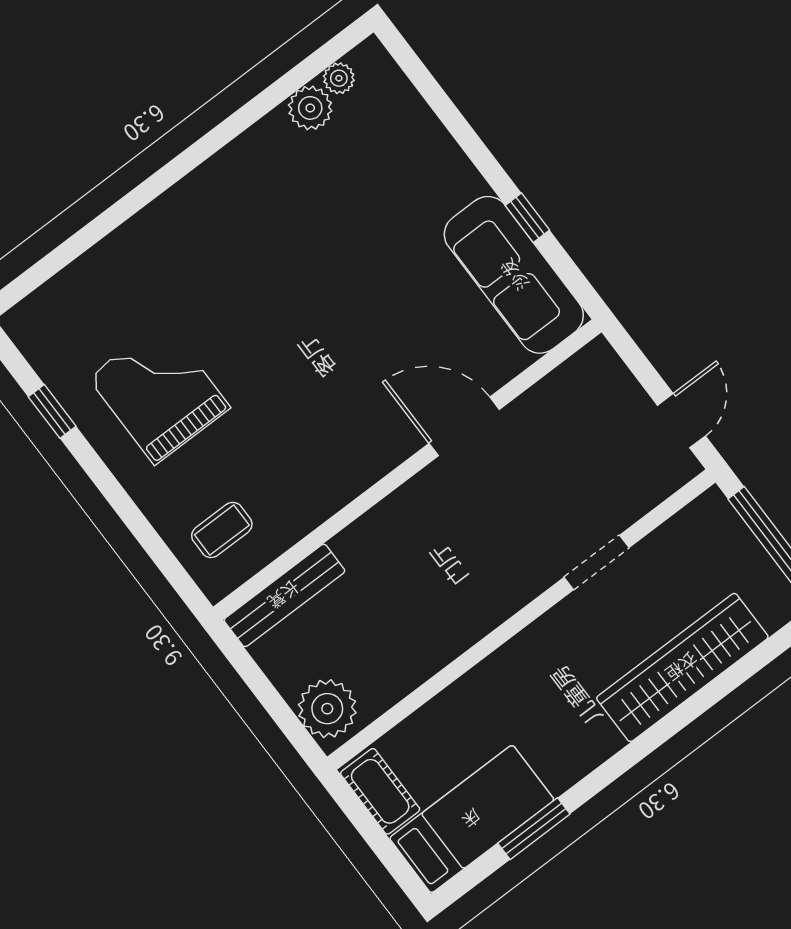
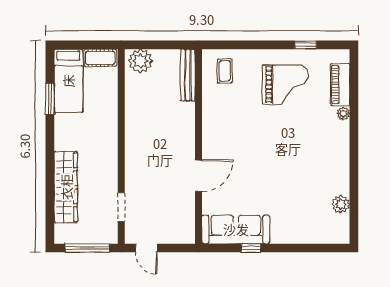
plant: (339, 78) -> (343, 114), moved
piano: (78, 285) -> (340, 85), added
doorway: (597, 562) -> (121, 207), moved

